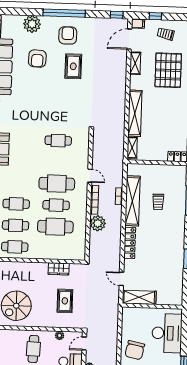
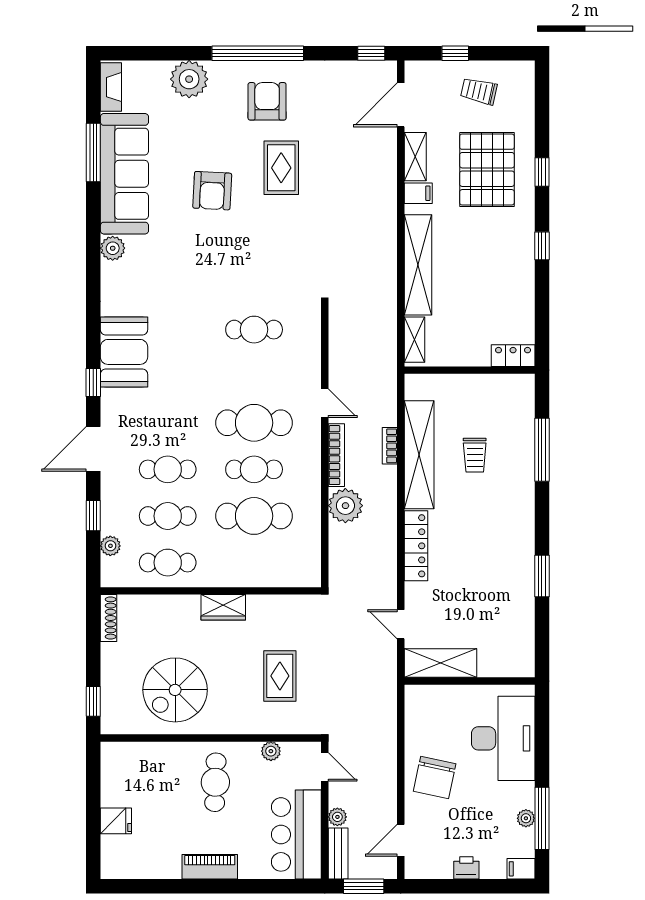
filing cabinet: (138, 24) -> (418, 193), moved
armchair: (37, 59) -> (212, 191), moved
wardrobe: (59, 269) -> (223, 607), moved
door: (84, 344) -> (325, 767), swing flipped

